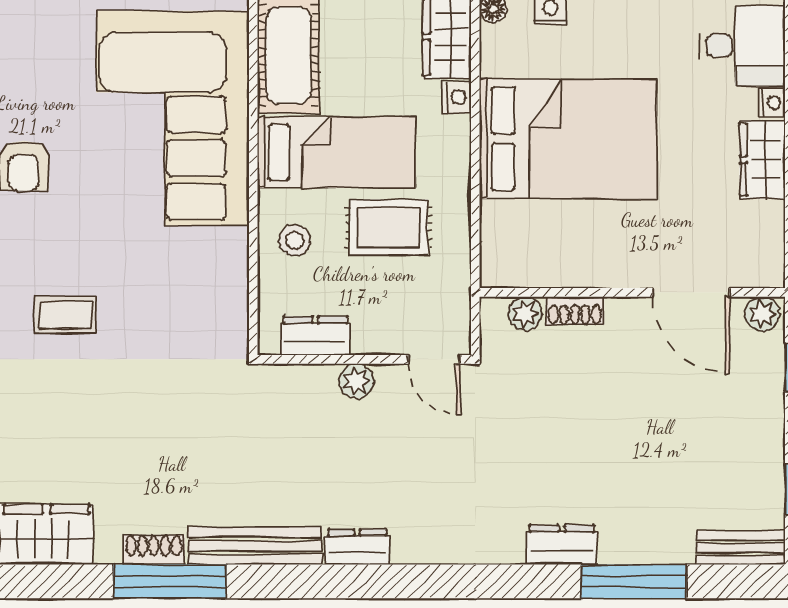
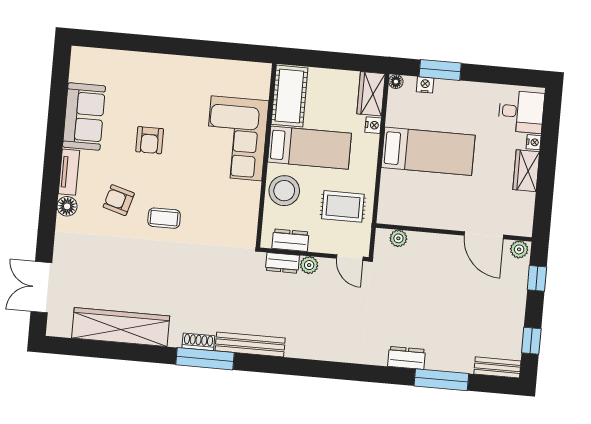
corner sofa: (173, 118) -> (237, 138), width x0.73, depth x0.74
bed: (568, 139) -> (428, 151), width x0.67
rug: (389, 227) -> (343, 206), moved
stool: (295, 240) -> (284, 191), width x1.89, depth x1.89
shoe rack: (575, 311) -> (424, 239), removed
dresser: (357, 547) -> (282, 263), moved, turned 180

